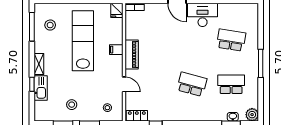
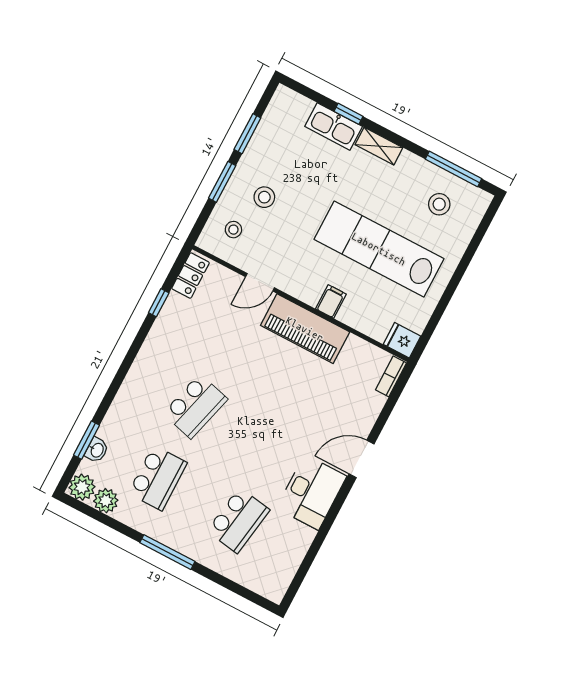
lab bench: (83, 41) -> (379, 249), turned 180
piano: (132, 55) -> (305, 329), width x1.37, depth x1.33
plant: (253, 101) -> (106, 501), added
stool: (72, 105) -> (264, 197), moved

